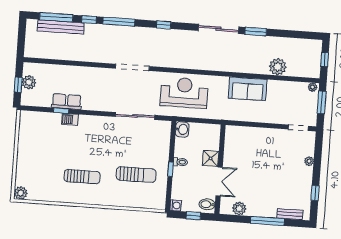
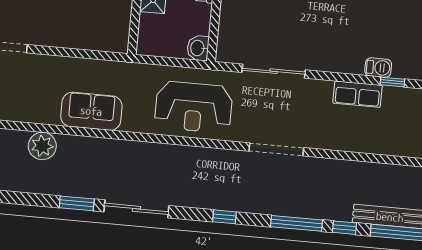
row of seats: (67, 102) -> (358, 94), moved

